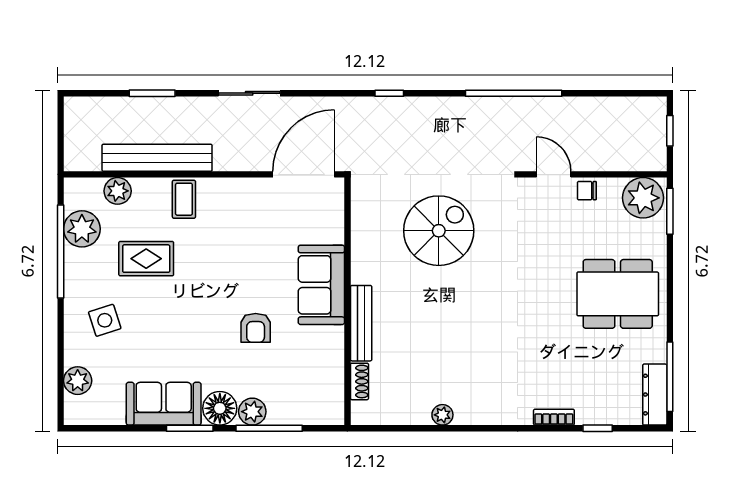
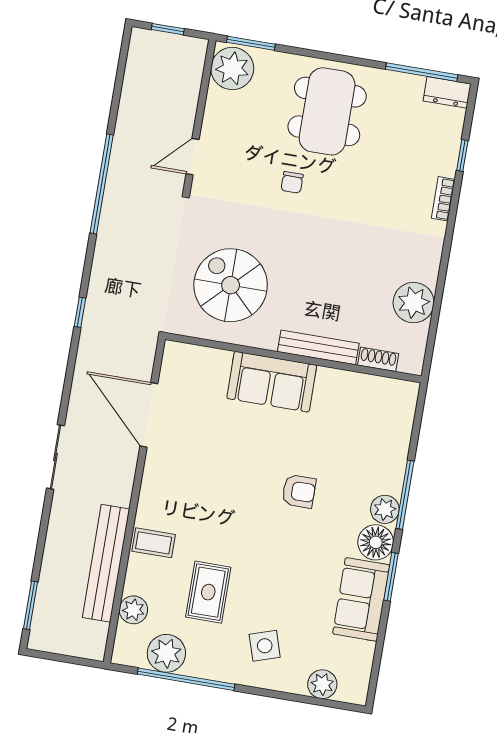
window: (152, 93) -> (30, 605), moved
chair: (587, 191) -> (292, 182), moved
sofa: (321, 285) -> (272, 382), moved
wall: (347, 301) -> (293, 358), moved
bench: (361, 323) -> (318, 347), moved
shoe rack: (359, 381) -> (378, 359), moved
dresser: (655, 395) -> (447, 92), width x0.70
plant: (442, 415) -> (414, 303), width x1.88, depth x1.88

